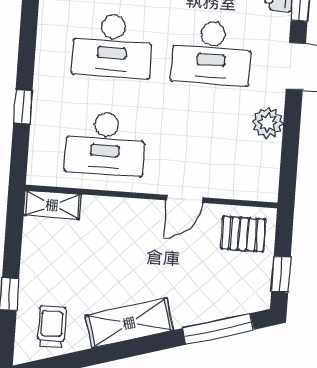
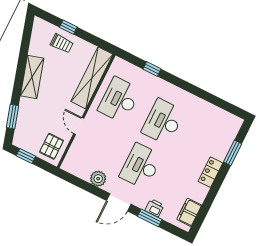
shelving: (52, 205) -> (92, 78), width x2.20, depth x1.33
trolley: (52, 326) -> (62, 43), moved
window: (218, 329) -> (13, 117), width x0.69

